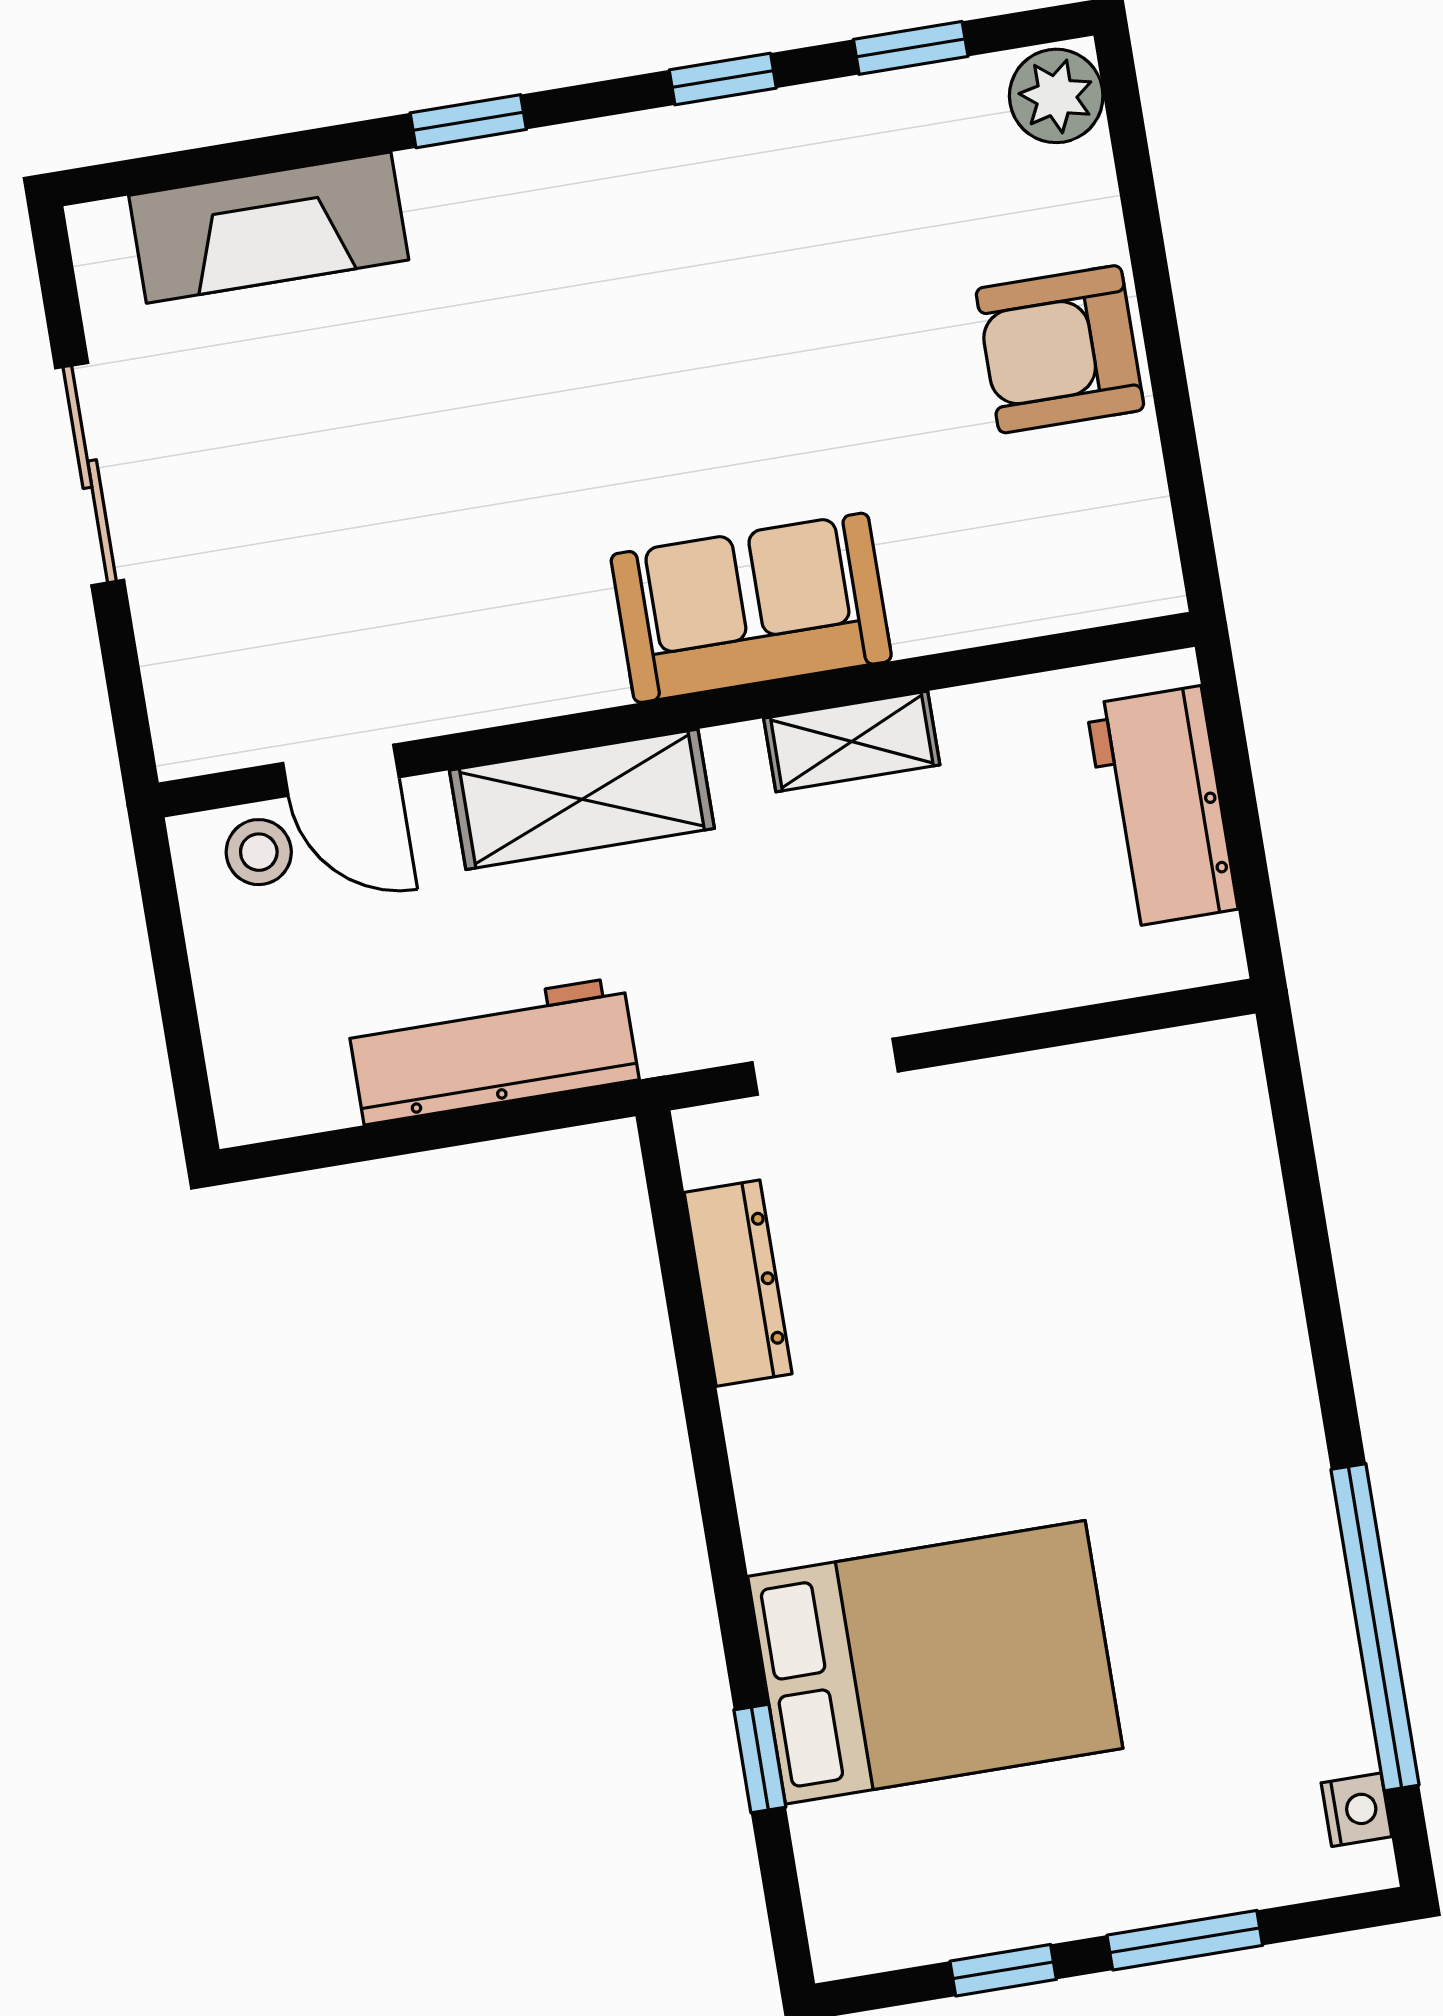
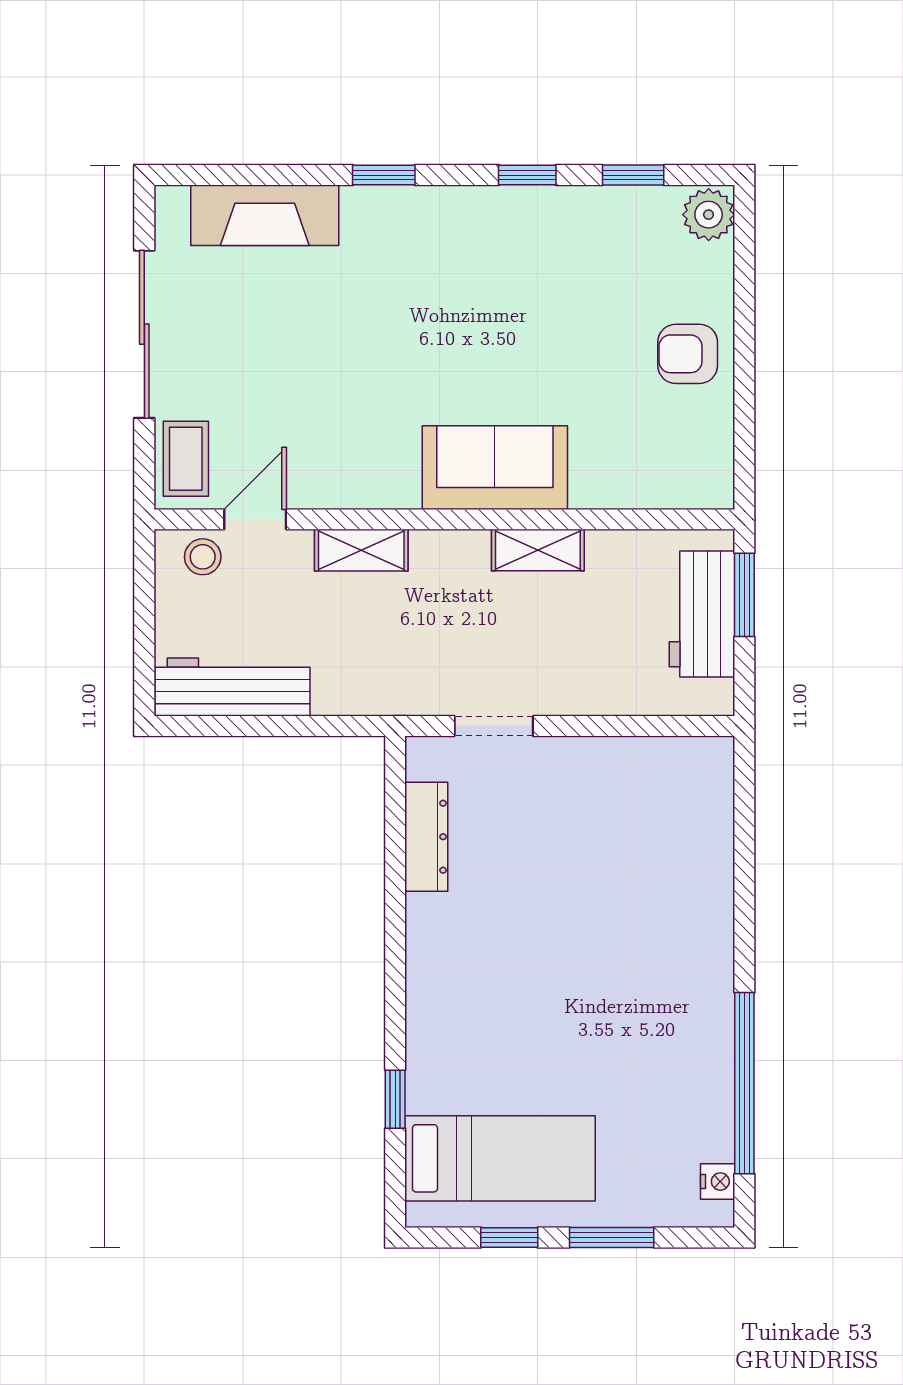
armchair: (1060, 349) -> (688, 354), width x0.72, depth x0.72
sliding door: (90, 474) -> (144, 334), width x1.37
coffee table: (200, 683) -> (186, 459), added
window: (1232, 761) -> (744, 595), added
door: (341, 770) -> (255, 519), swing flipped
shelving: (582, 799) -> (361, 550), width x0.67, depth x0.75
workbench: (493, 1051) -> (232, 687), moved
bed: (935, 1662) -> (500, 1158), moved, width x0.67

